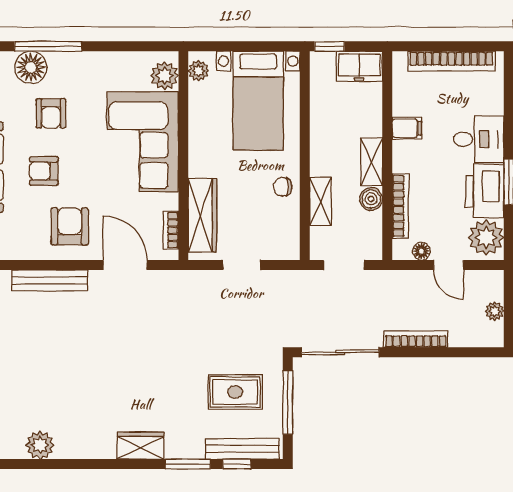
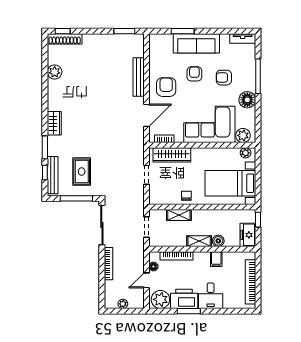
floor lamp: (31, 67) -> (247, 100), moved
boiler: (371, 199) -> (218, 241), moved
armchair: (70, 226) -> (166, 87), turned -90

